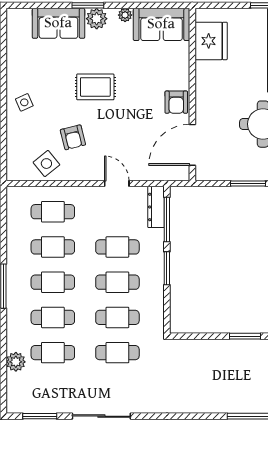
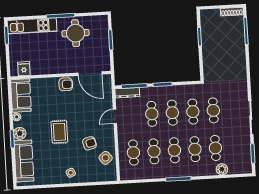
sofa: (58, 23) -> (24, 161), width x1.36
fridge: (211, 41) -> (24, 69), width x0.53, depth x0.75

